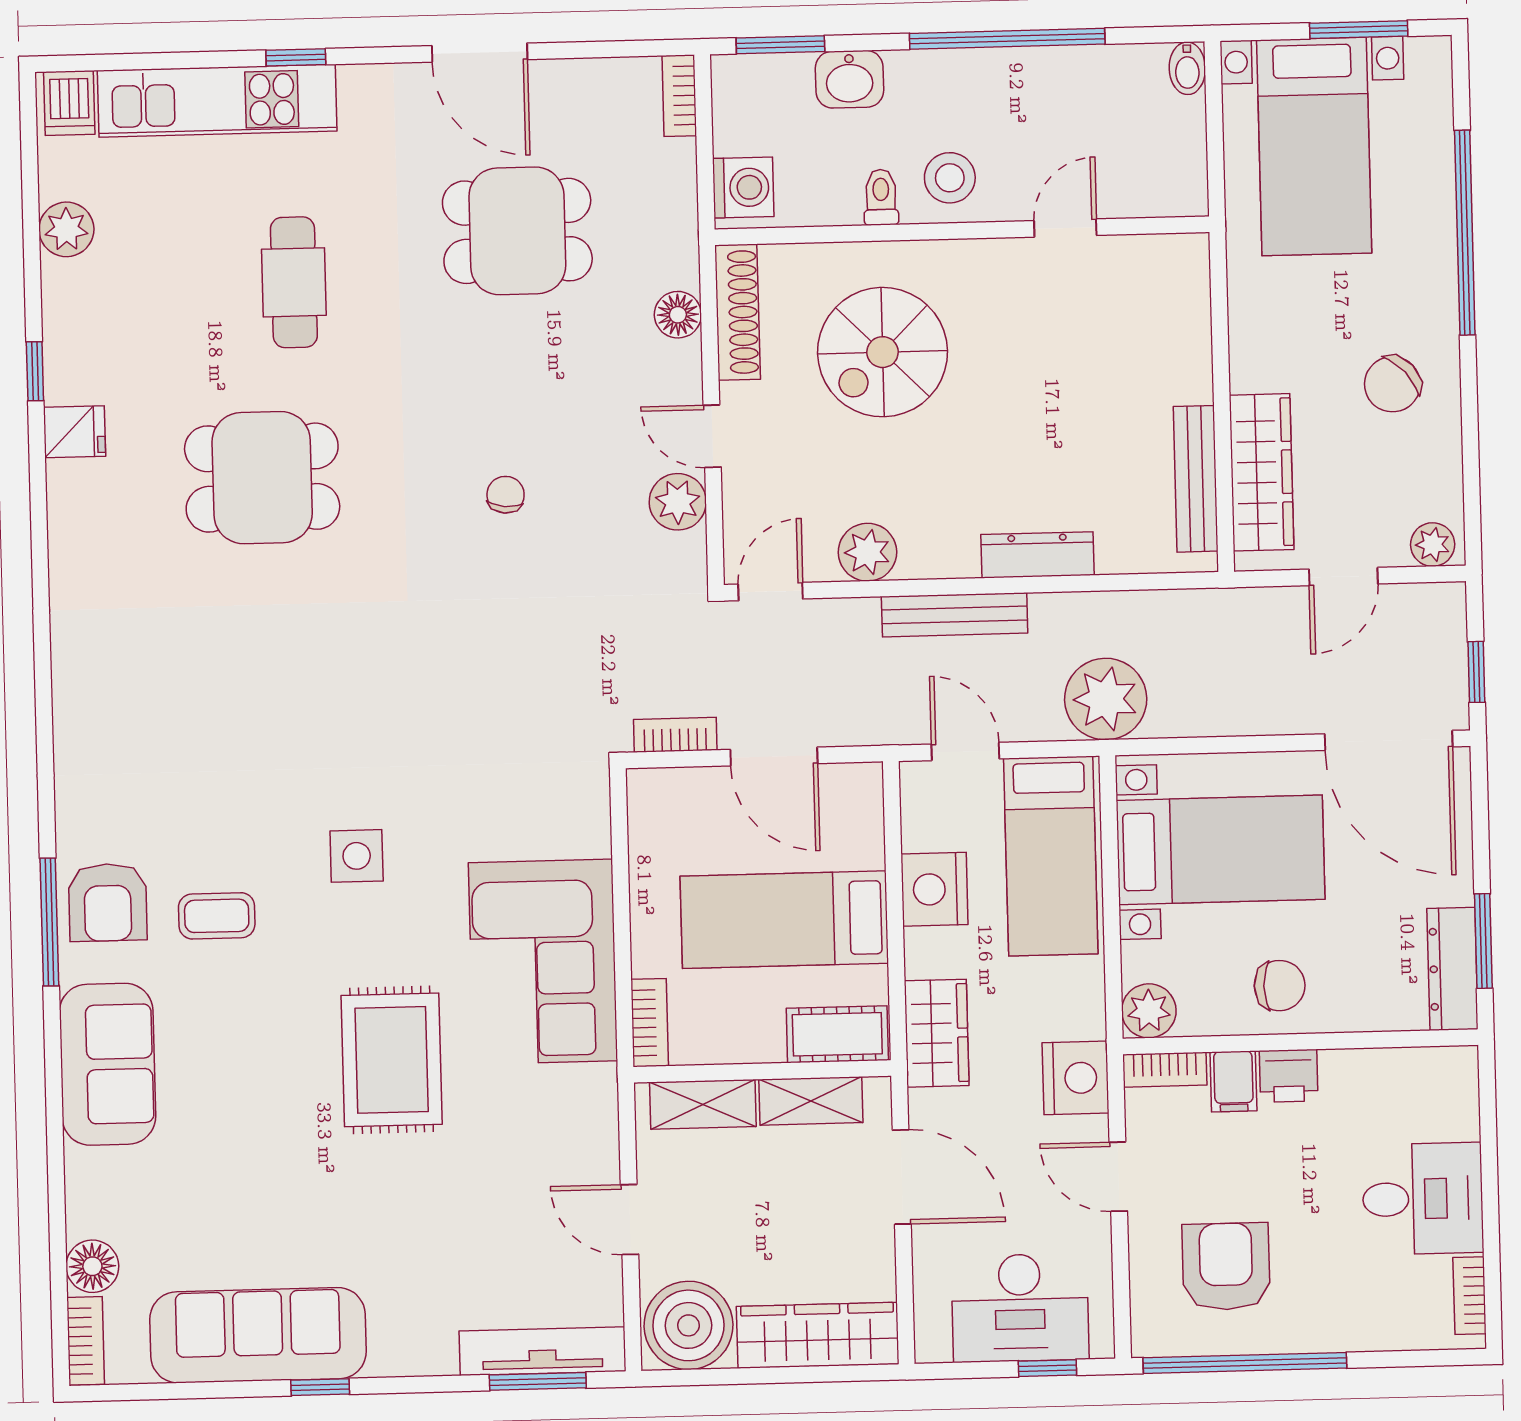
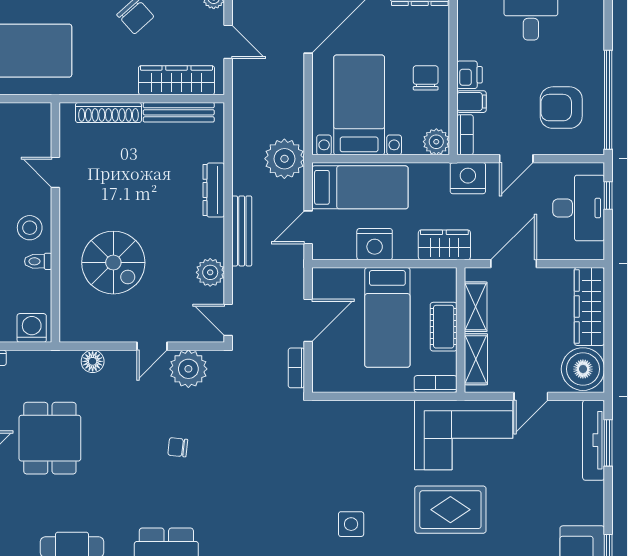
shoe rack: (738, 312) -> (108, 113), moved, turned 180
plant: (678, 502) -> (188, 369), width x1.36, depth x1.36
corner sofa: (543, 962) -> (464, 435), moved
cot: (837, 1034) -> (444, 327), moved

